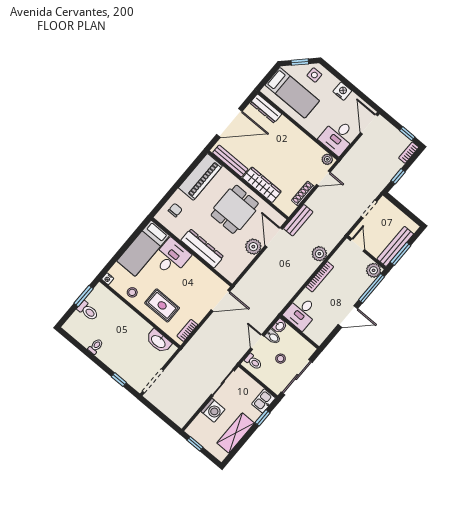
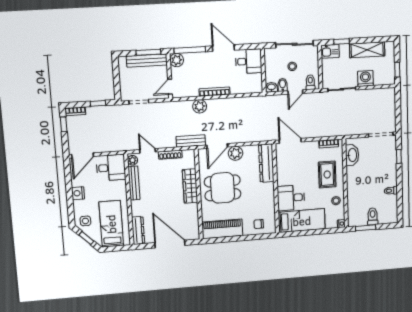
bench: (230, 161) -> (134, 183), moved
dresser: (202, 248) -> (266, 163), moved
desk: (301, 313) -> (249, 61), moved

